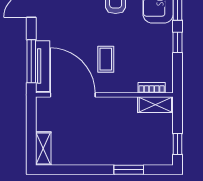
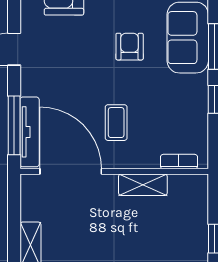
shelving: (155, 105) -> (143, 185), moved

